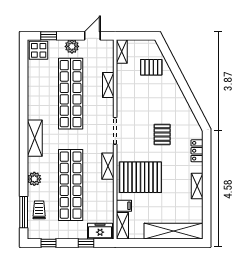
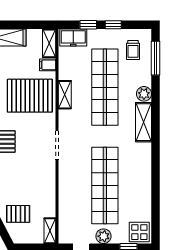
shelving: (108, 85) -> (64, 195), removed
shelving: (35, 138) -> (143, 122), moved
shelving: (108, 166) -> (65, 95), moved
trolley: (39, 210) -> (133, 50), moved
window: (48, 243) -> (113, 25), moved

